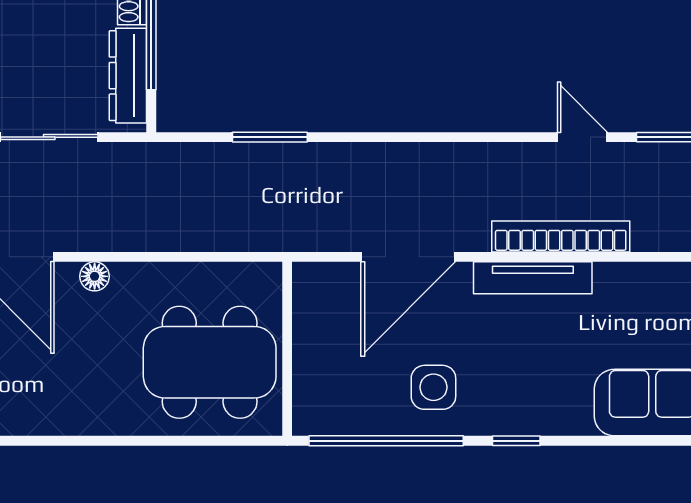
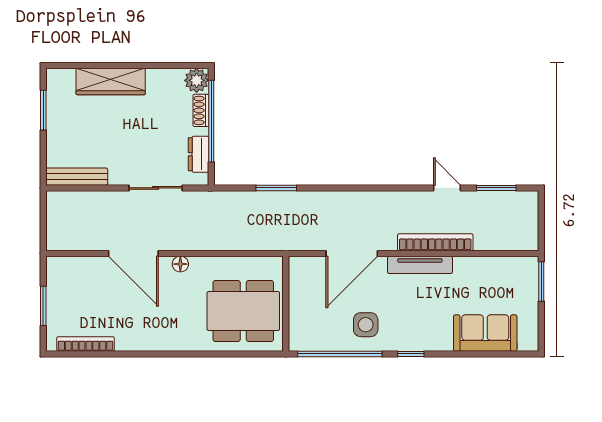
dresser: (128, 76) -> (199, 154), width x0.70

